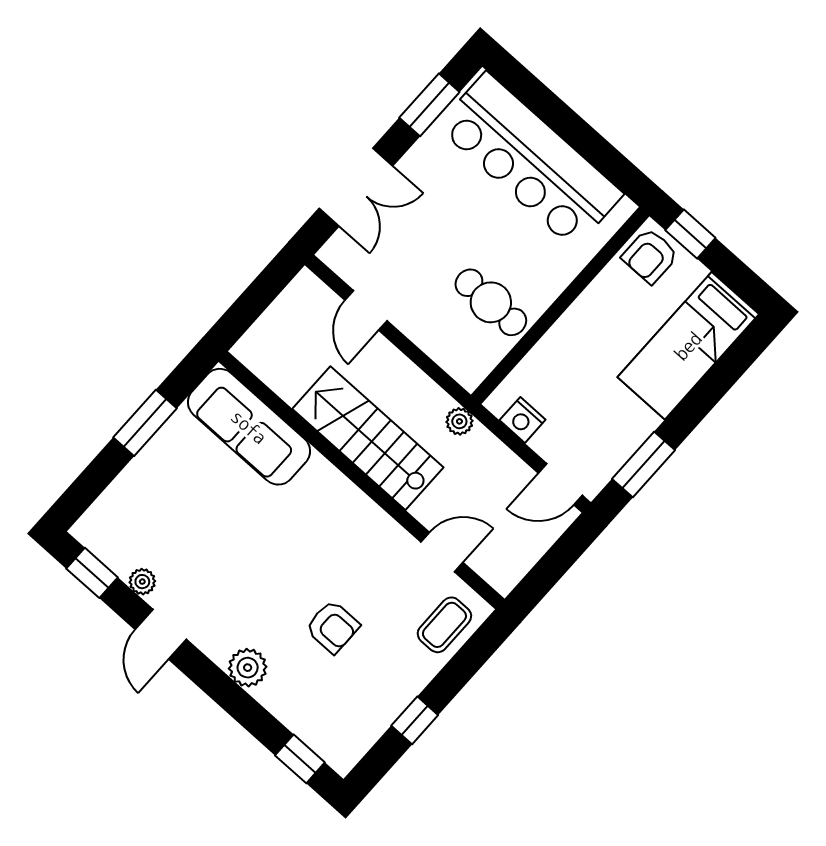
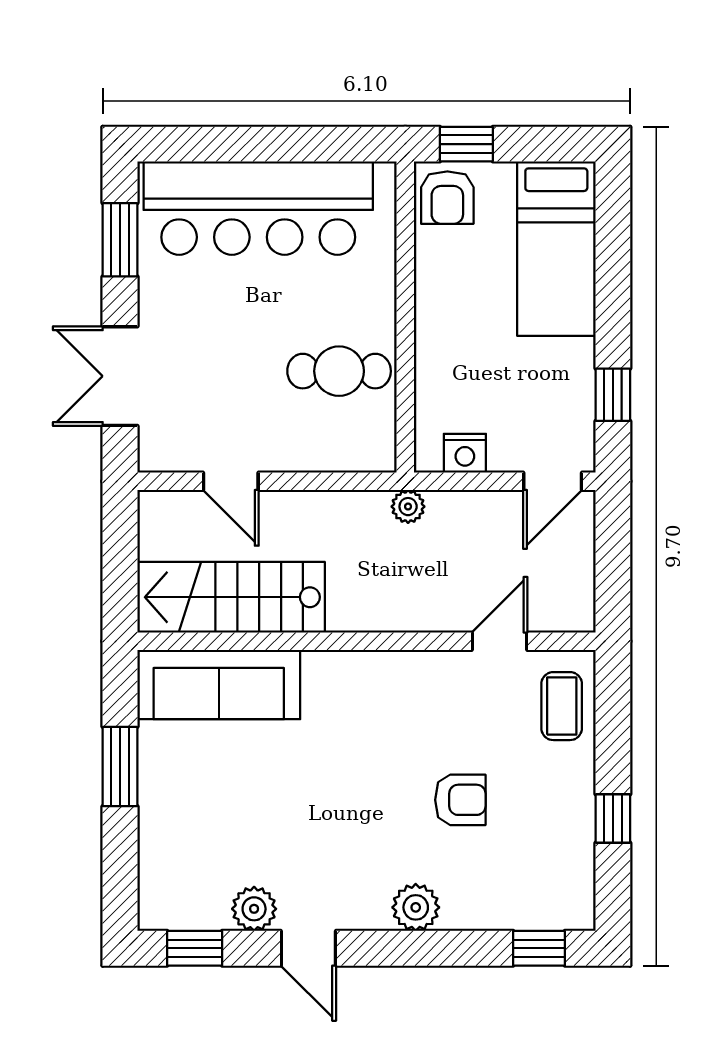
double door: (356, 187) -> (120, 376), swing flipped
stairs: (368, 438) -> (231, 597), moved
window: (643, 465) -> (613, 395), width x0.67
plant: (142, 582) -> (254, 909), width x1.38, depth x1.38

